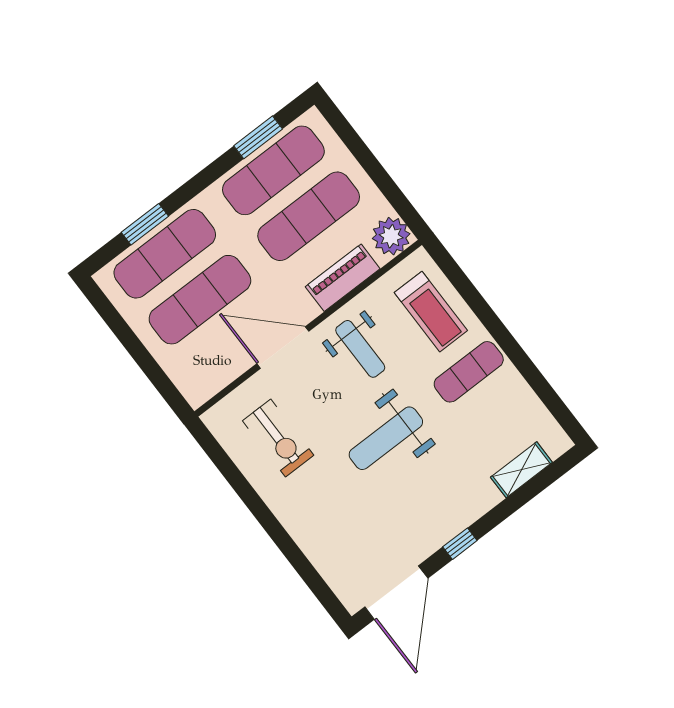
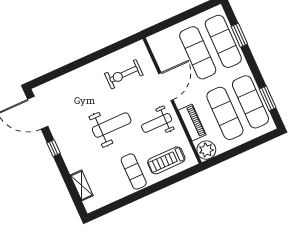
weight bench: (386, 438) -> (112, 125), turned 90

